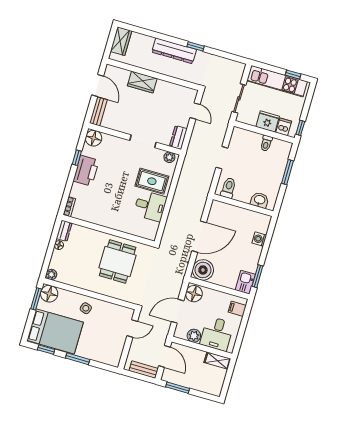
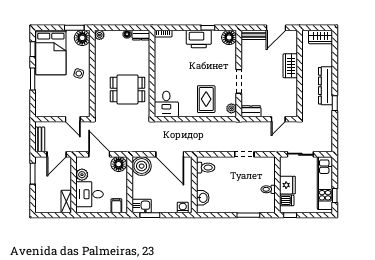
toilet: (228, 188) -> (206, 168), moved
washbasin: (260, 200) -> (203, 198), moved
wall: (243, 205) -> (194, 185), moved
desk: (150, 206) -> (166, 104), moved

